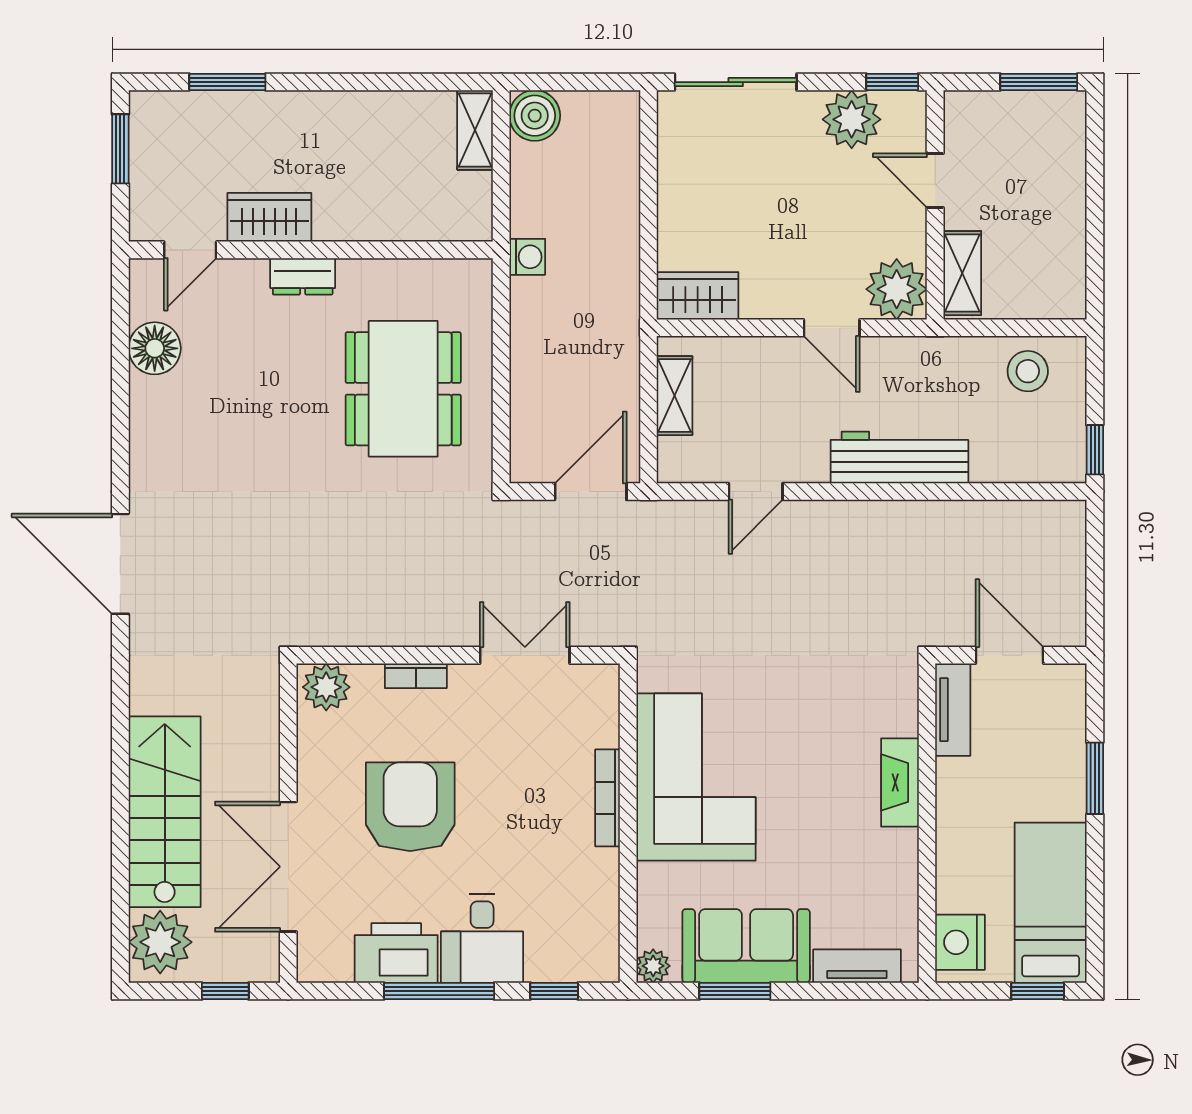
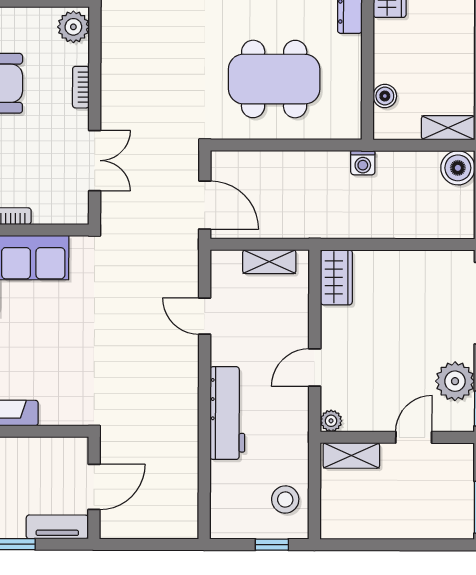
boiler: (428, 224) -> (385, 96), added
plant: (897, 289) -> (331, 421), width x0.53, depth x0.53
window: (1095, 450) -> (272, 545), moved
tv unit: (953, 710) -> (57, 527), moved, turned 180

